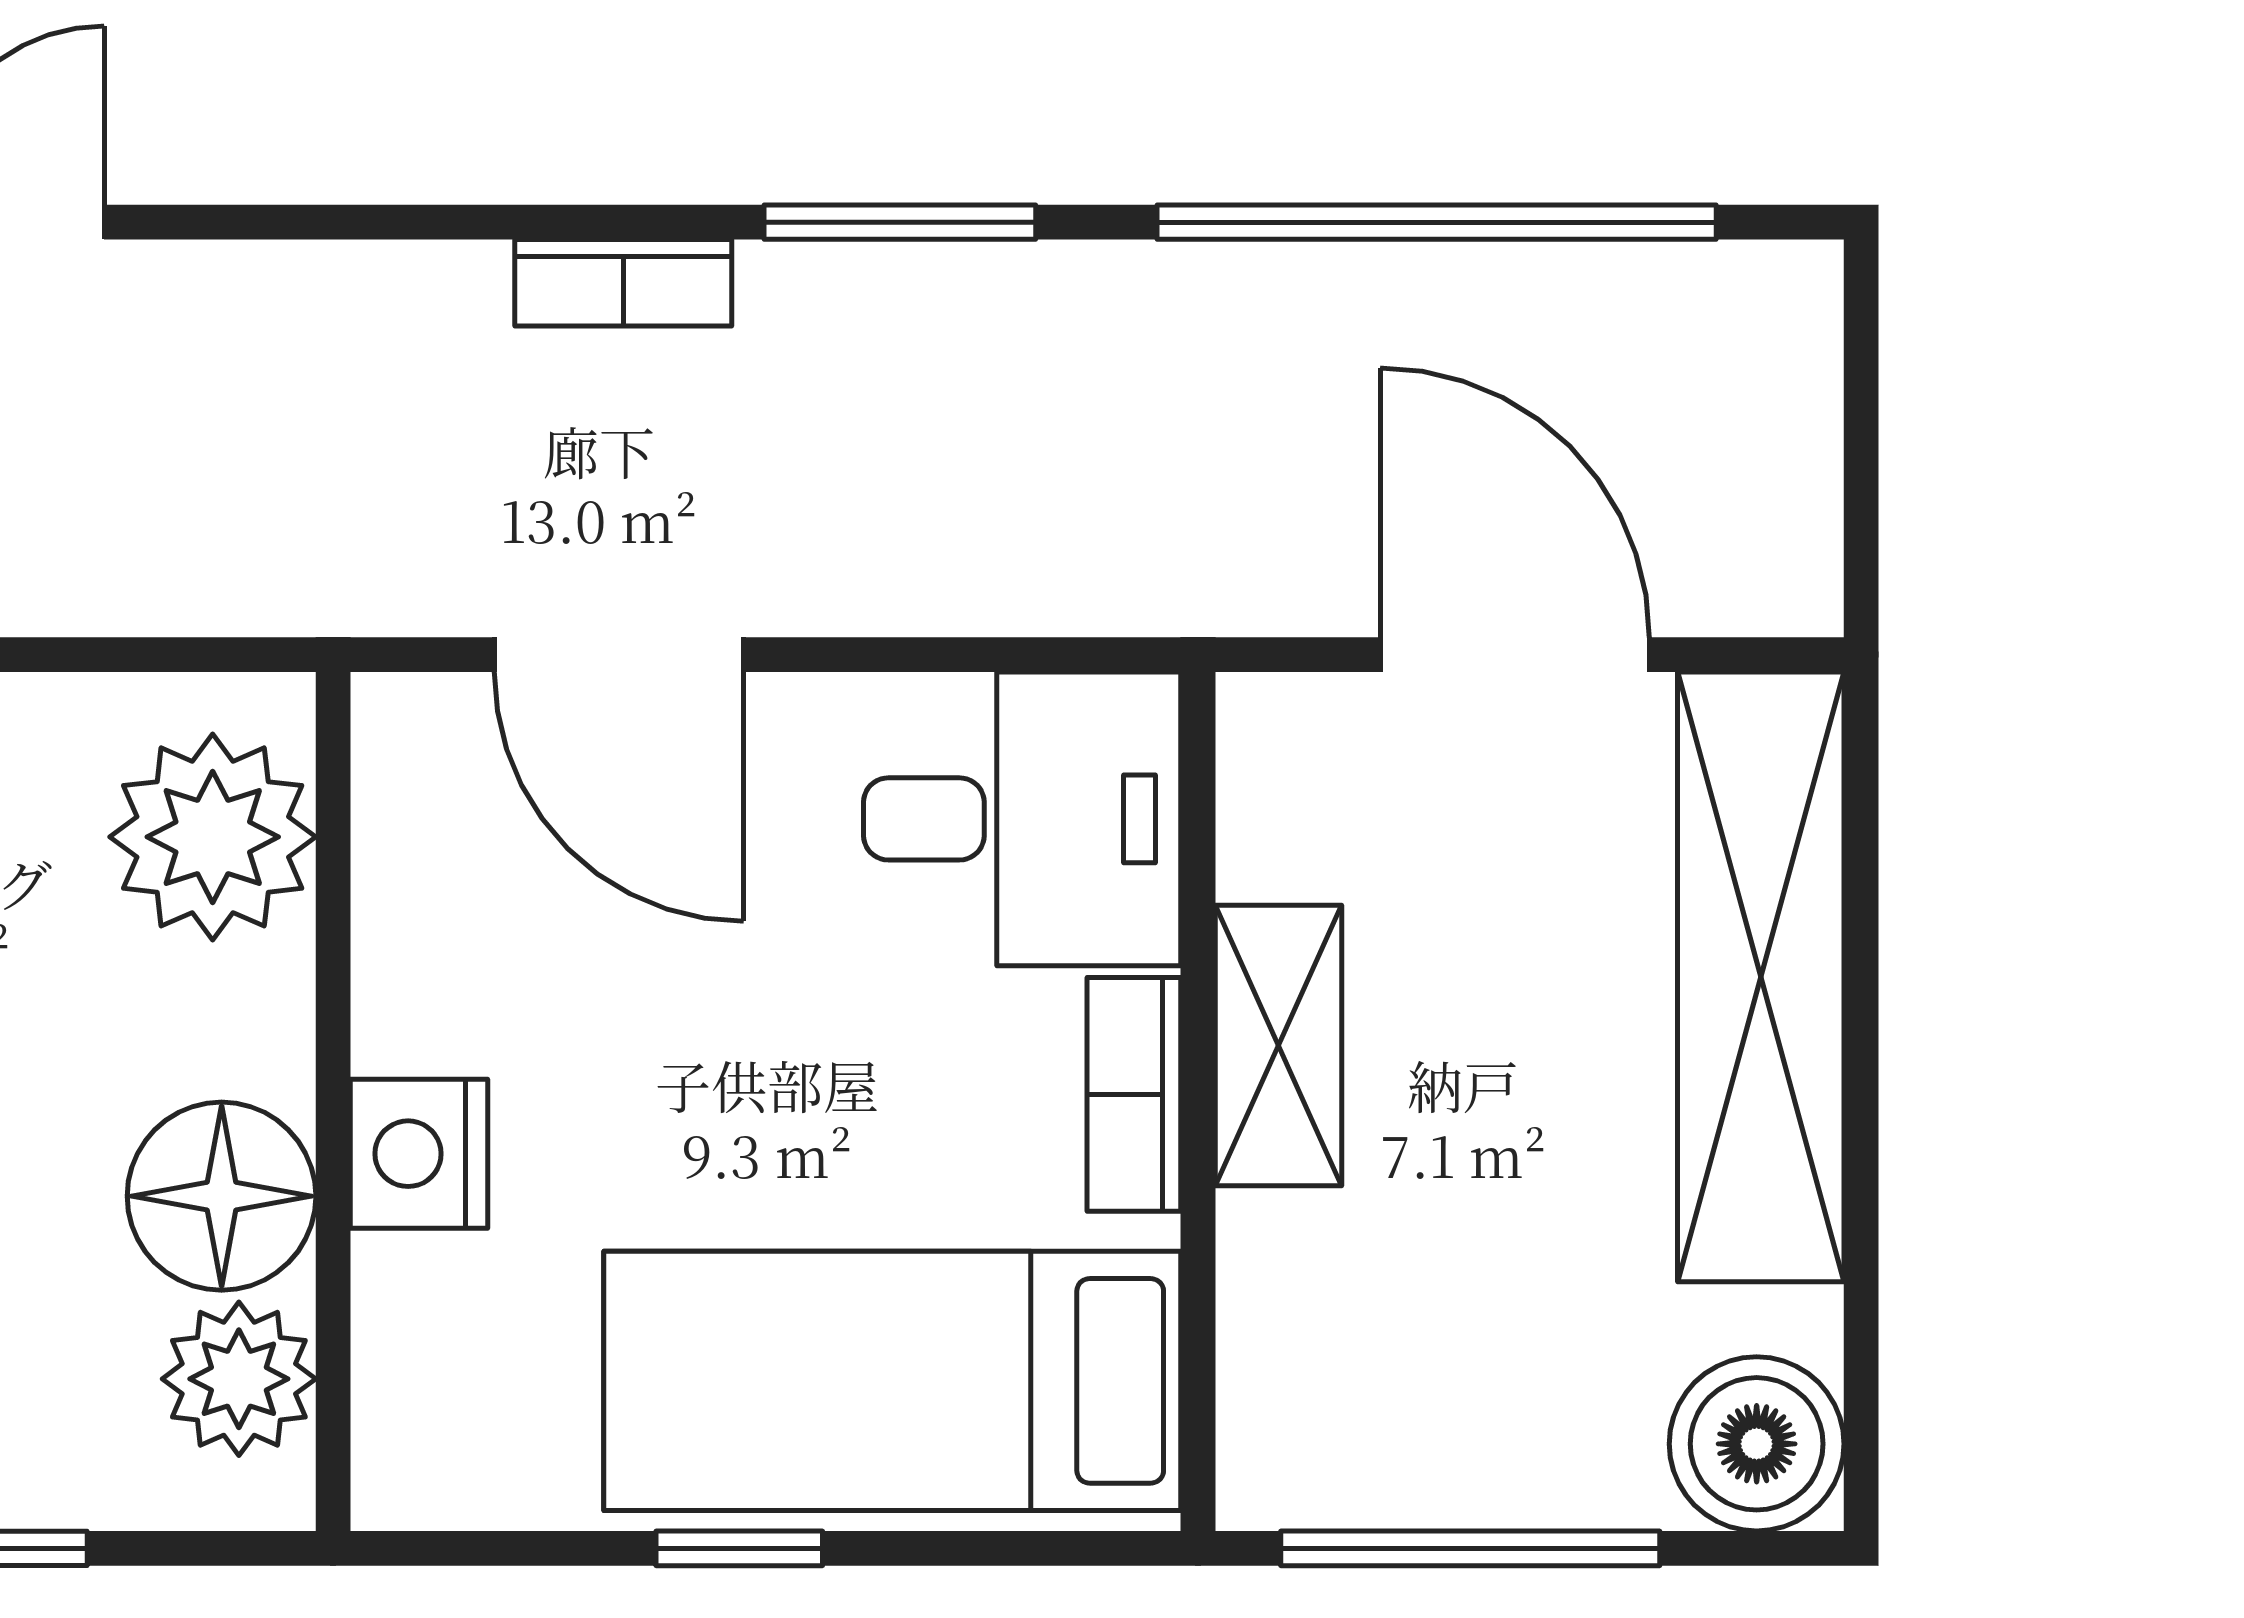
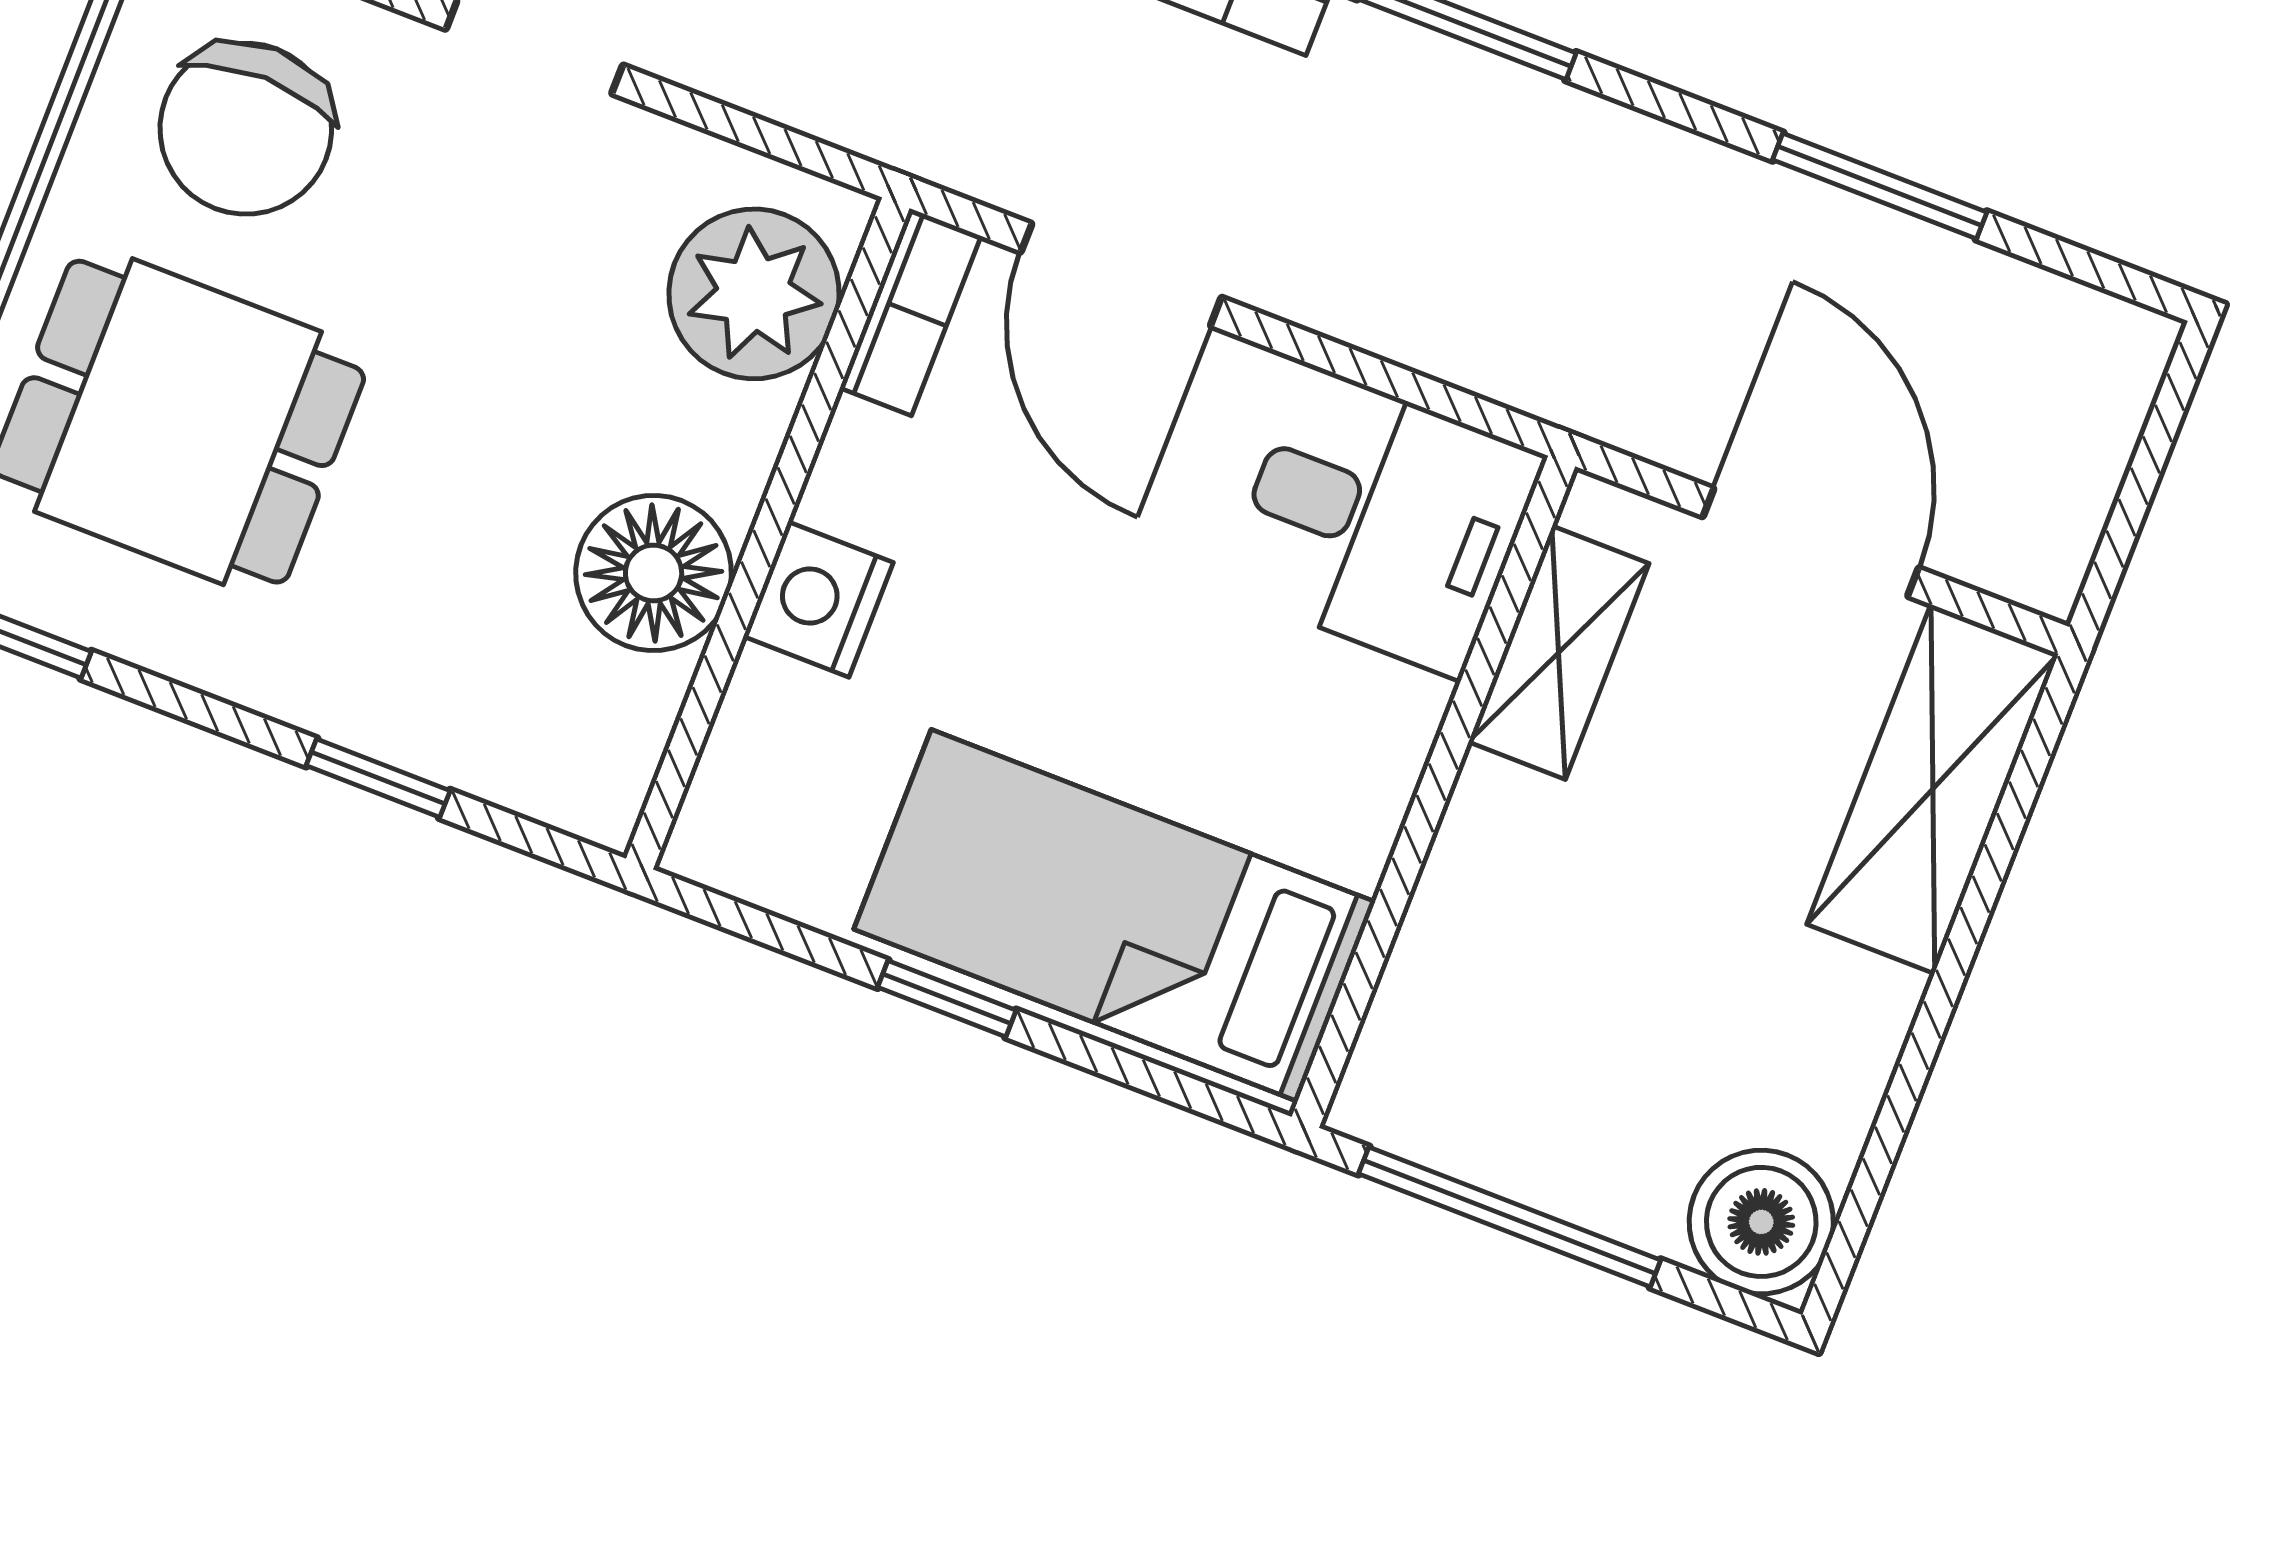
window: (1437, 222) -> (1880, 186), width x0.47
shelving: (1761, 977) -> (1933, 789), width x0.68
shelving: (1279, 1046) -> (1559, 653), moved
bookcase: (1134, 1094) -> (910, 312), moved, turned 180
plant: (239, 1379) -> (612, 719), removed

